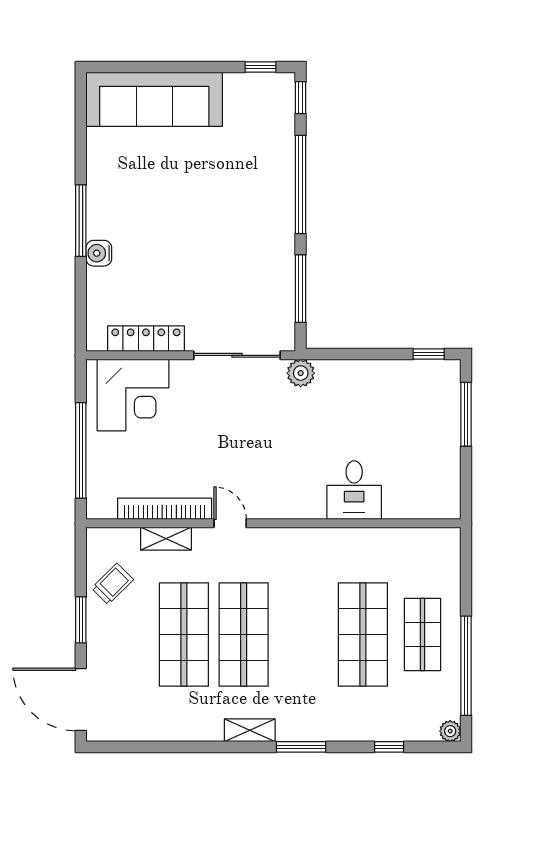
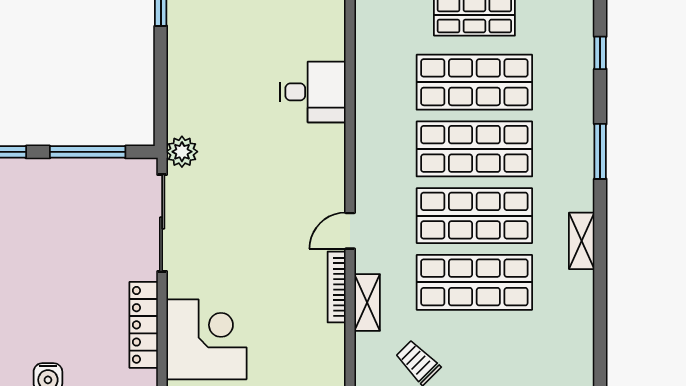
bookcase: (165, 509) -> (337, 287), width x0.68, depth x0.76
shop shelf: (303, 634) -> (474, 149), added
shelving: (250, 730) -> (582, 241), moved

